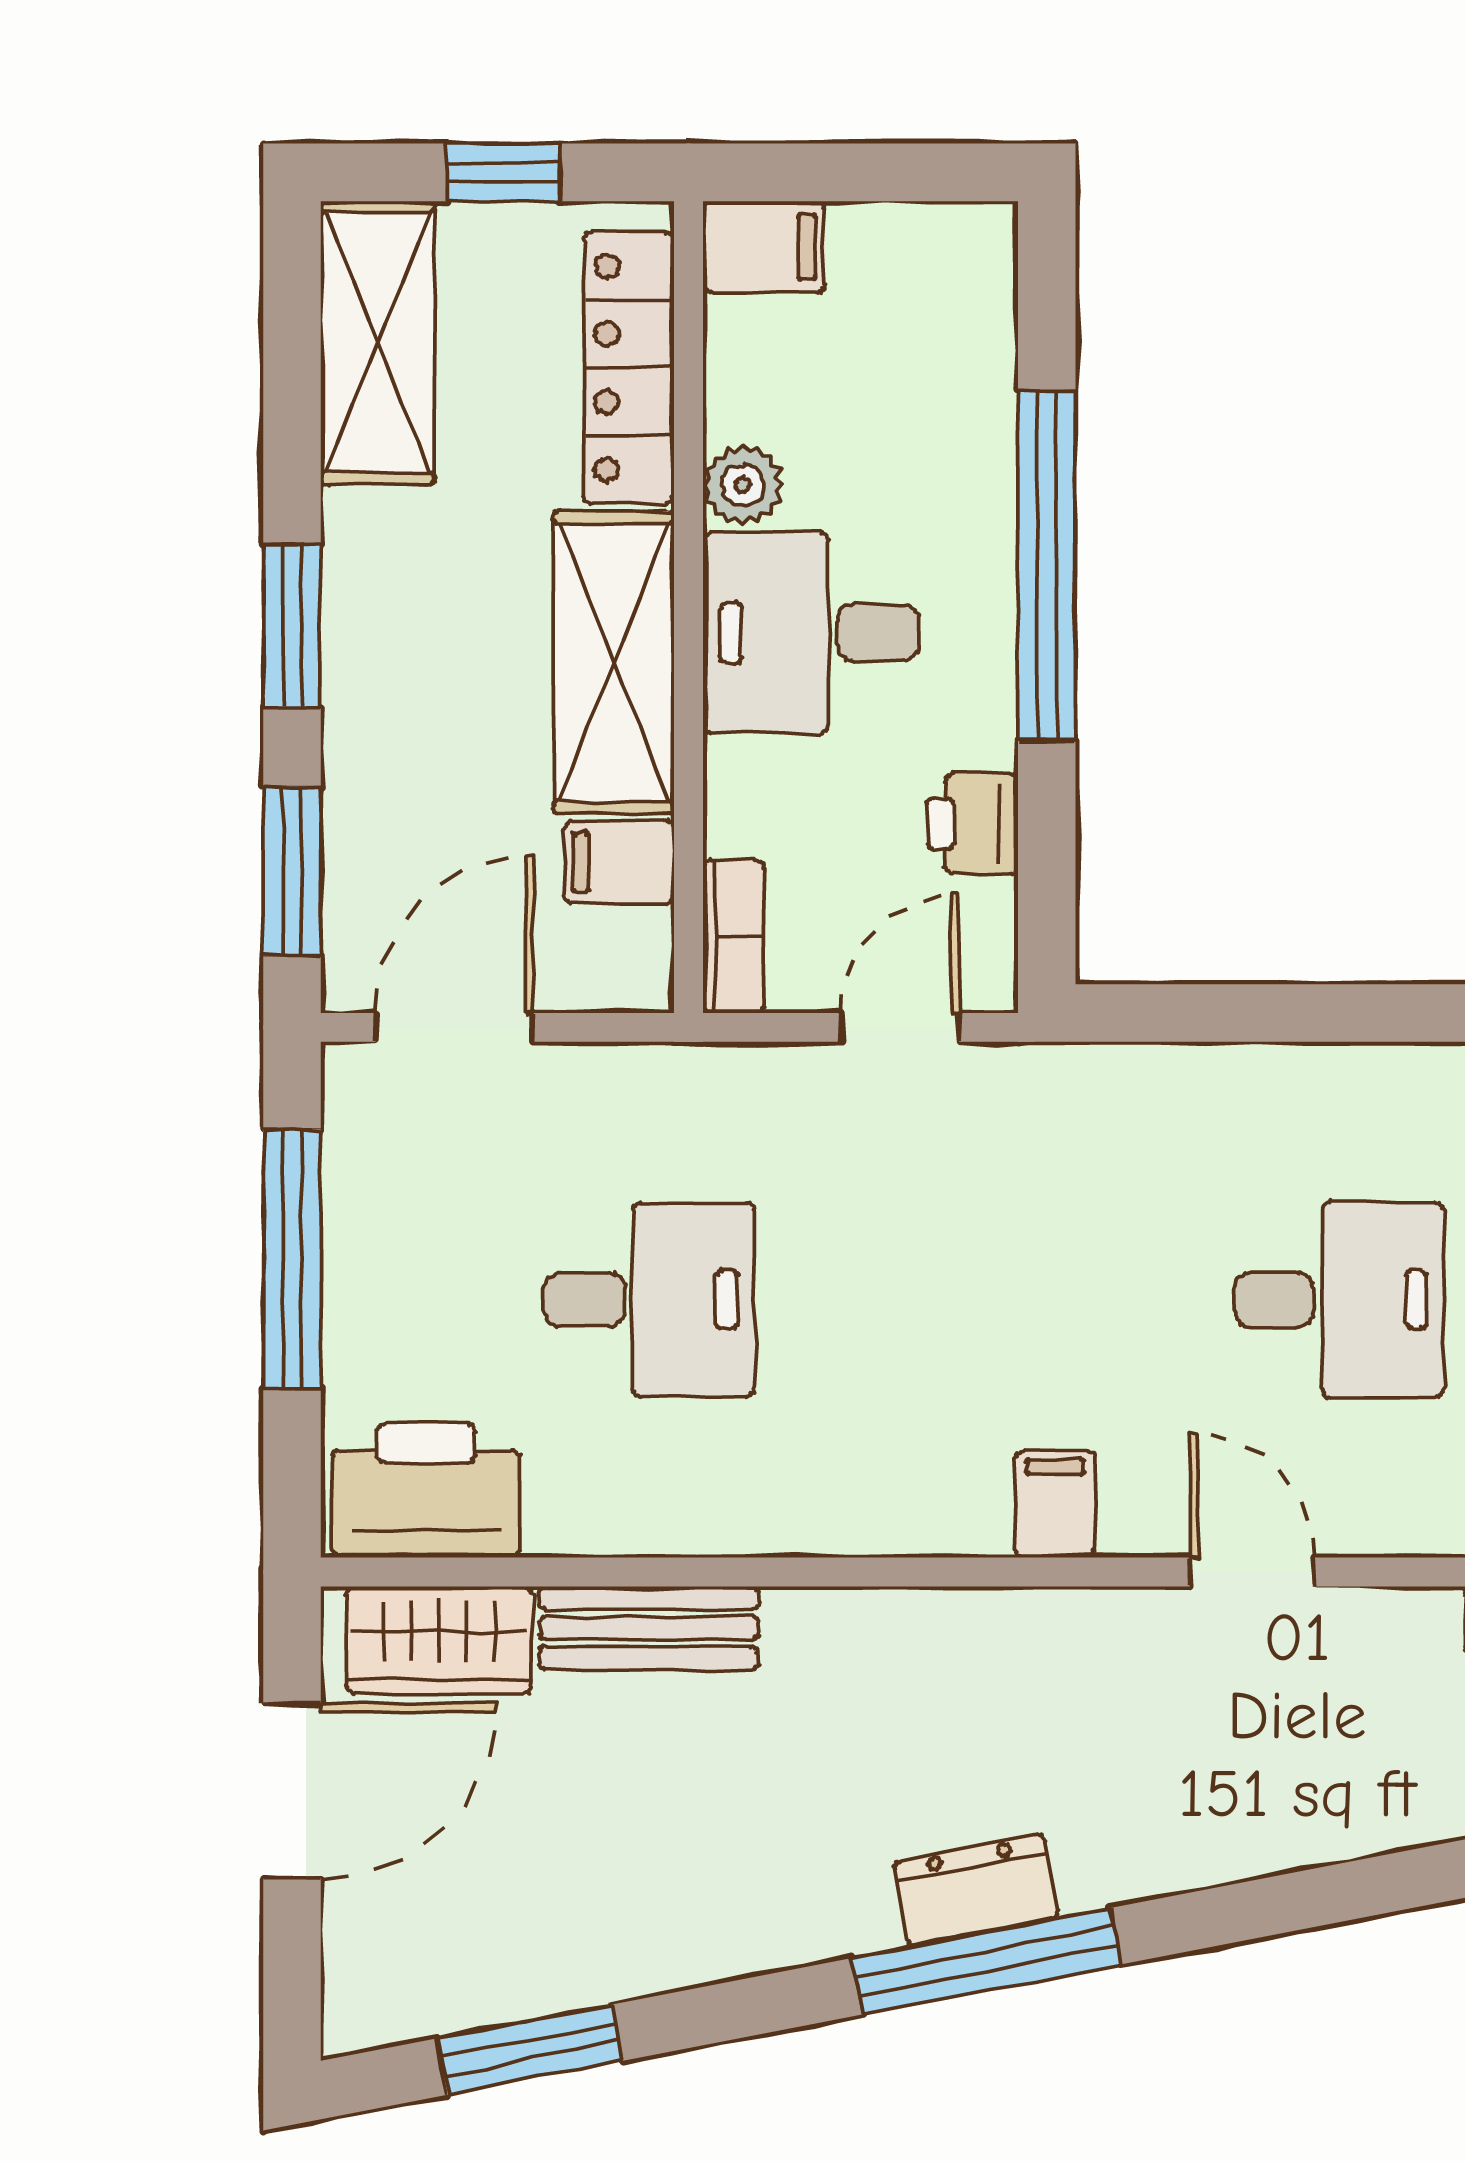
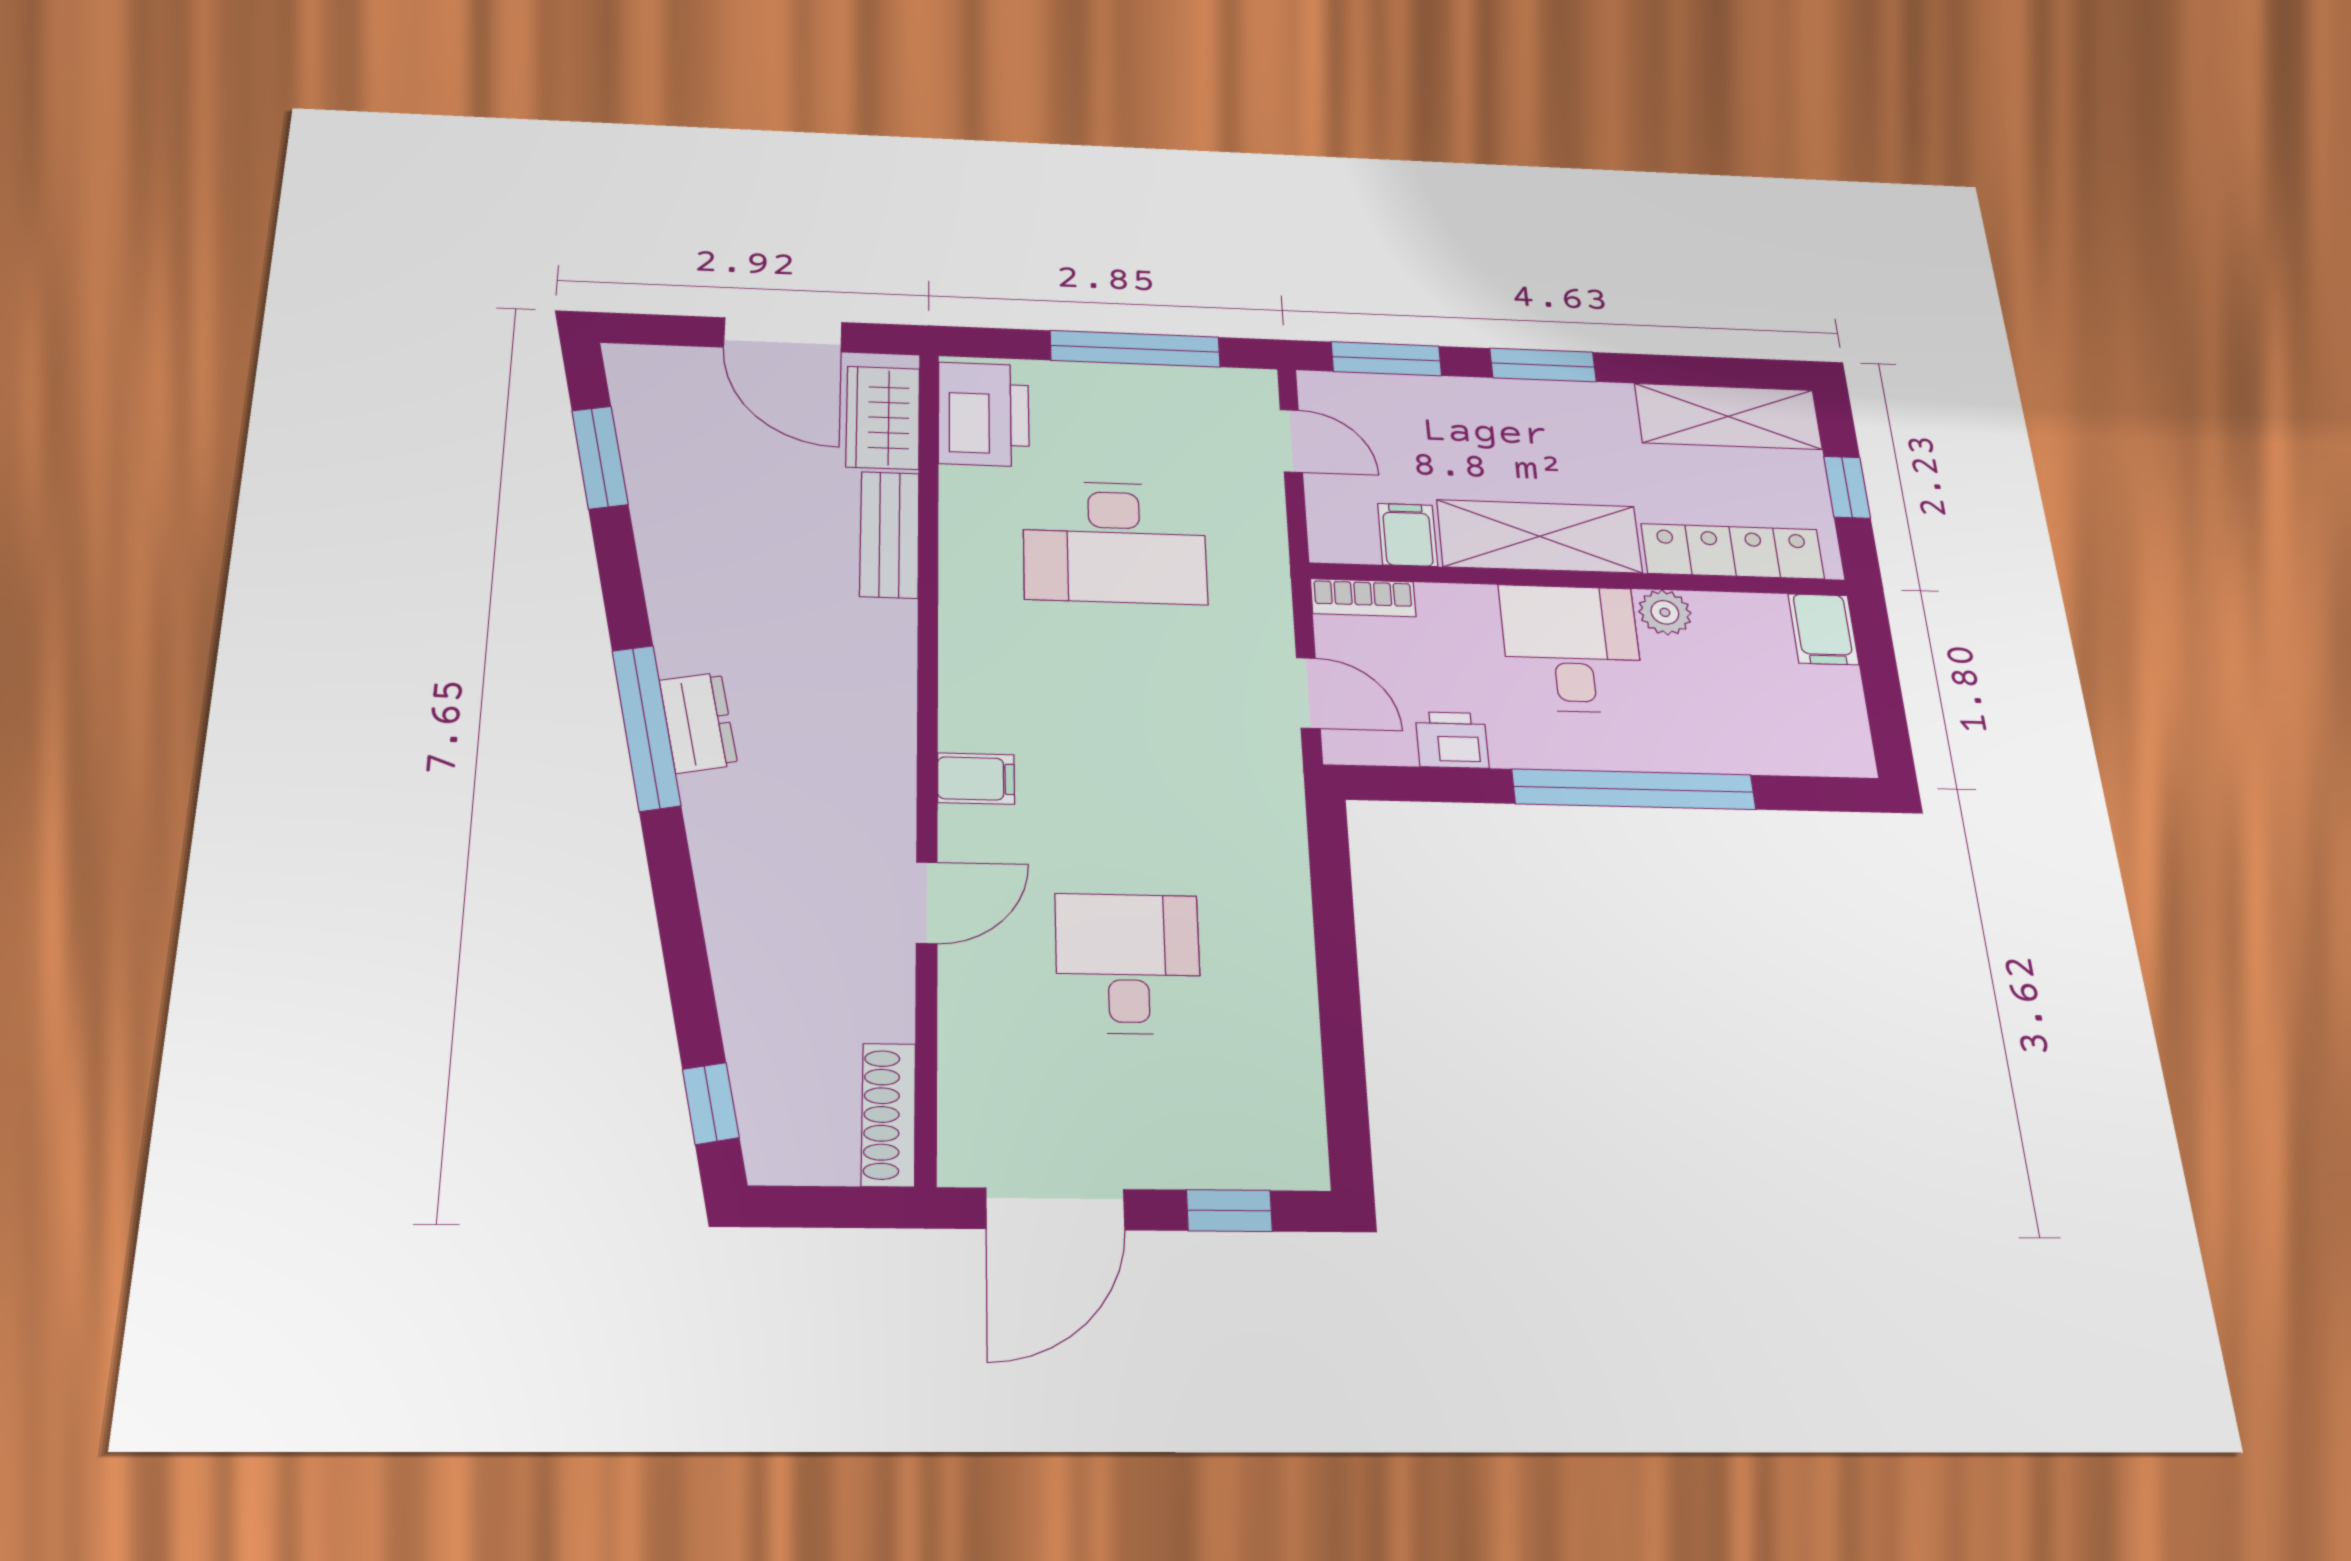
door: (455, 1027) -> (1291, 441), width x0.73
desk: (649, 1300) -> (1115, 542), width x1.37
desk: (1339, 1300) -> (1128, 963), turned 180

